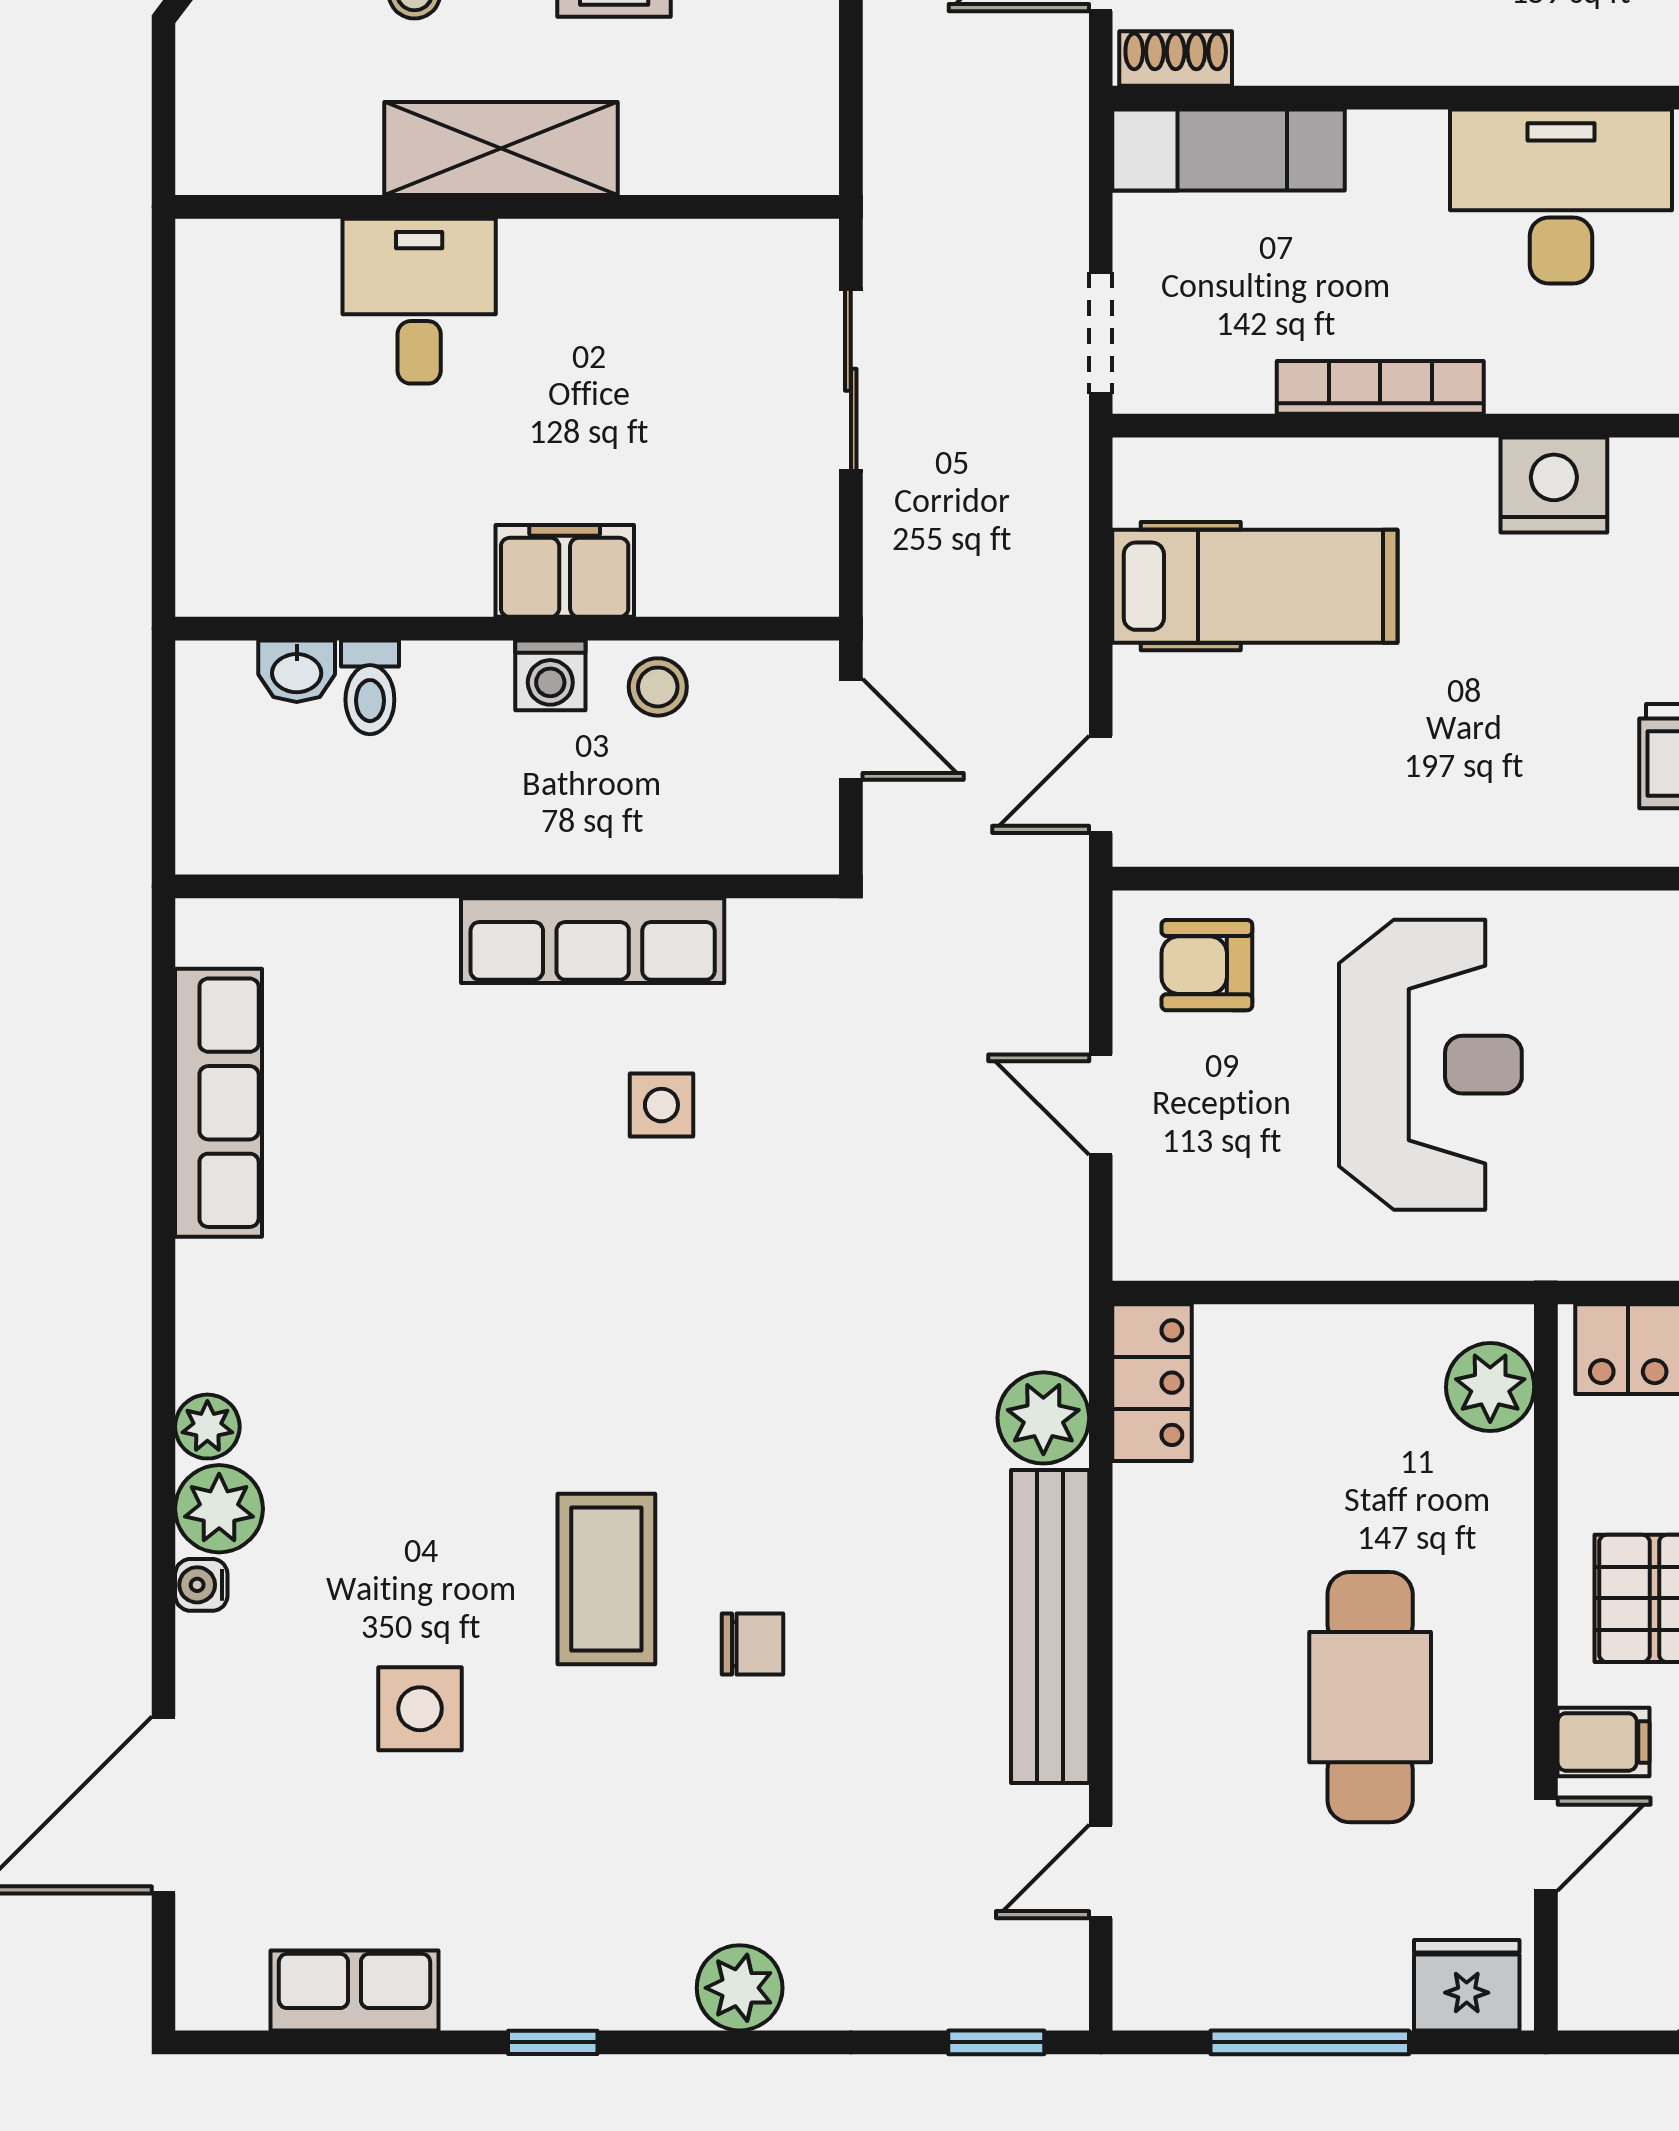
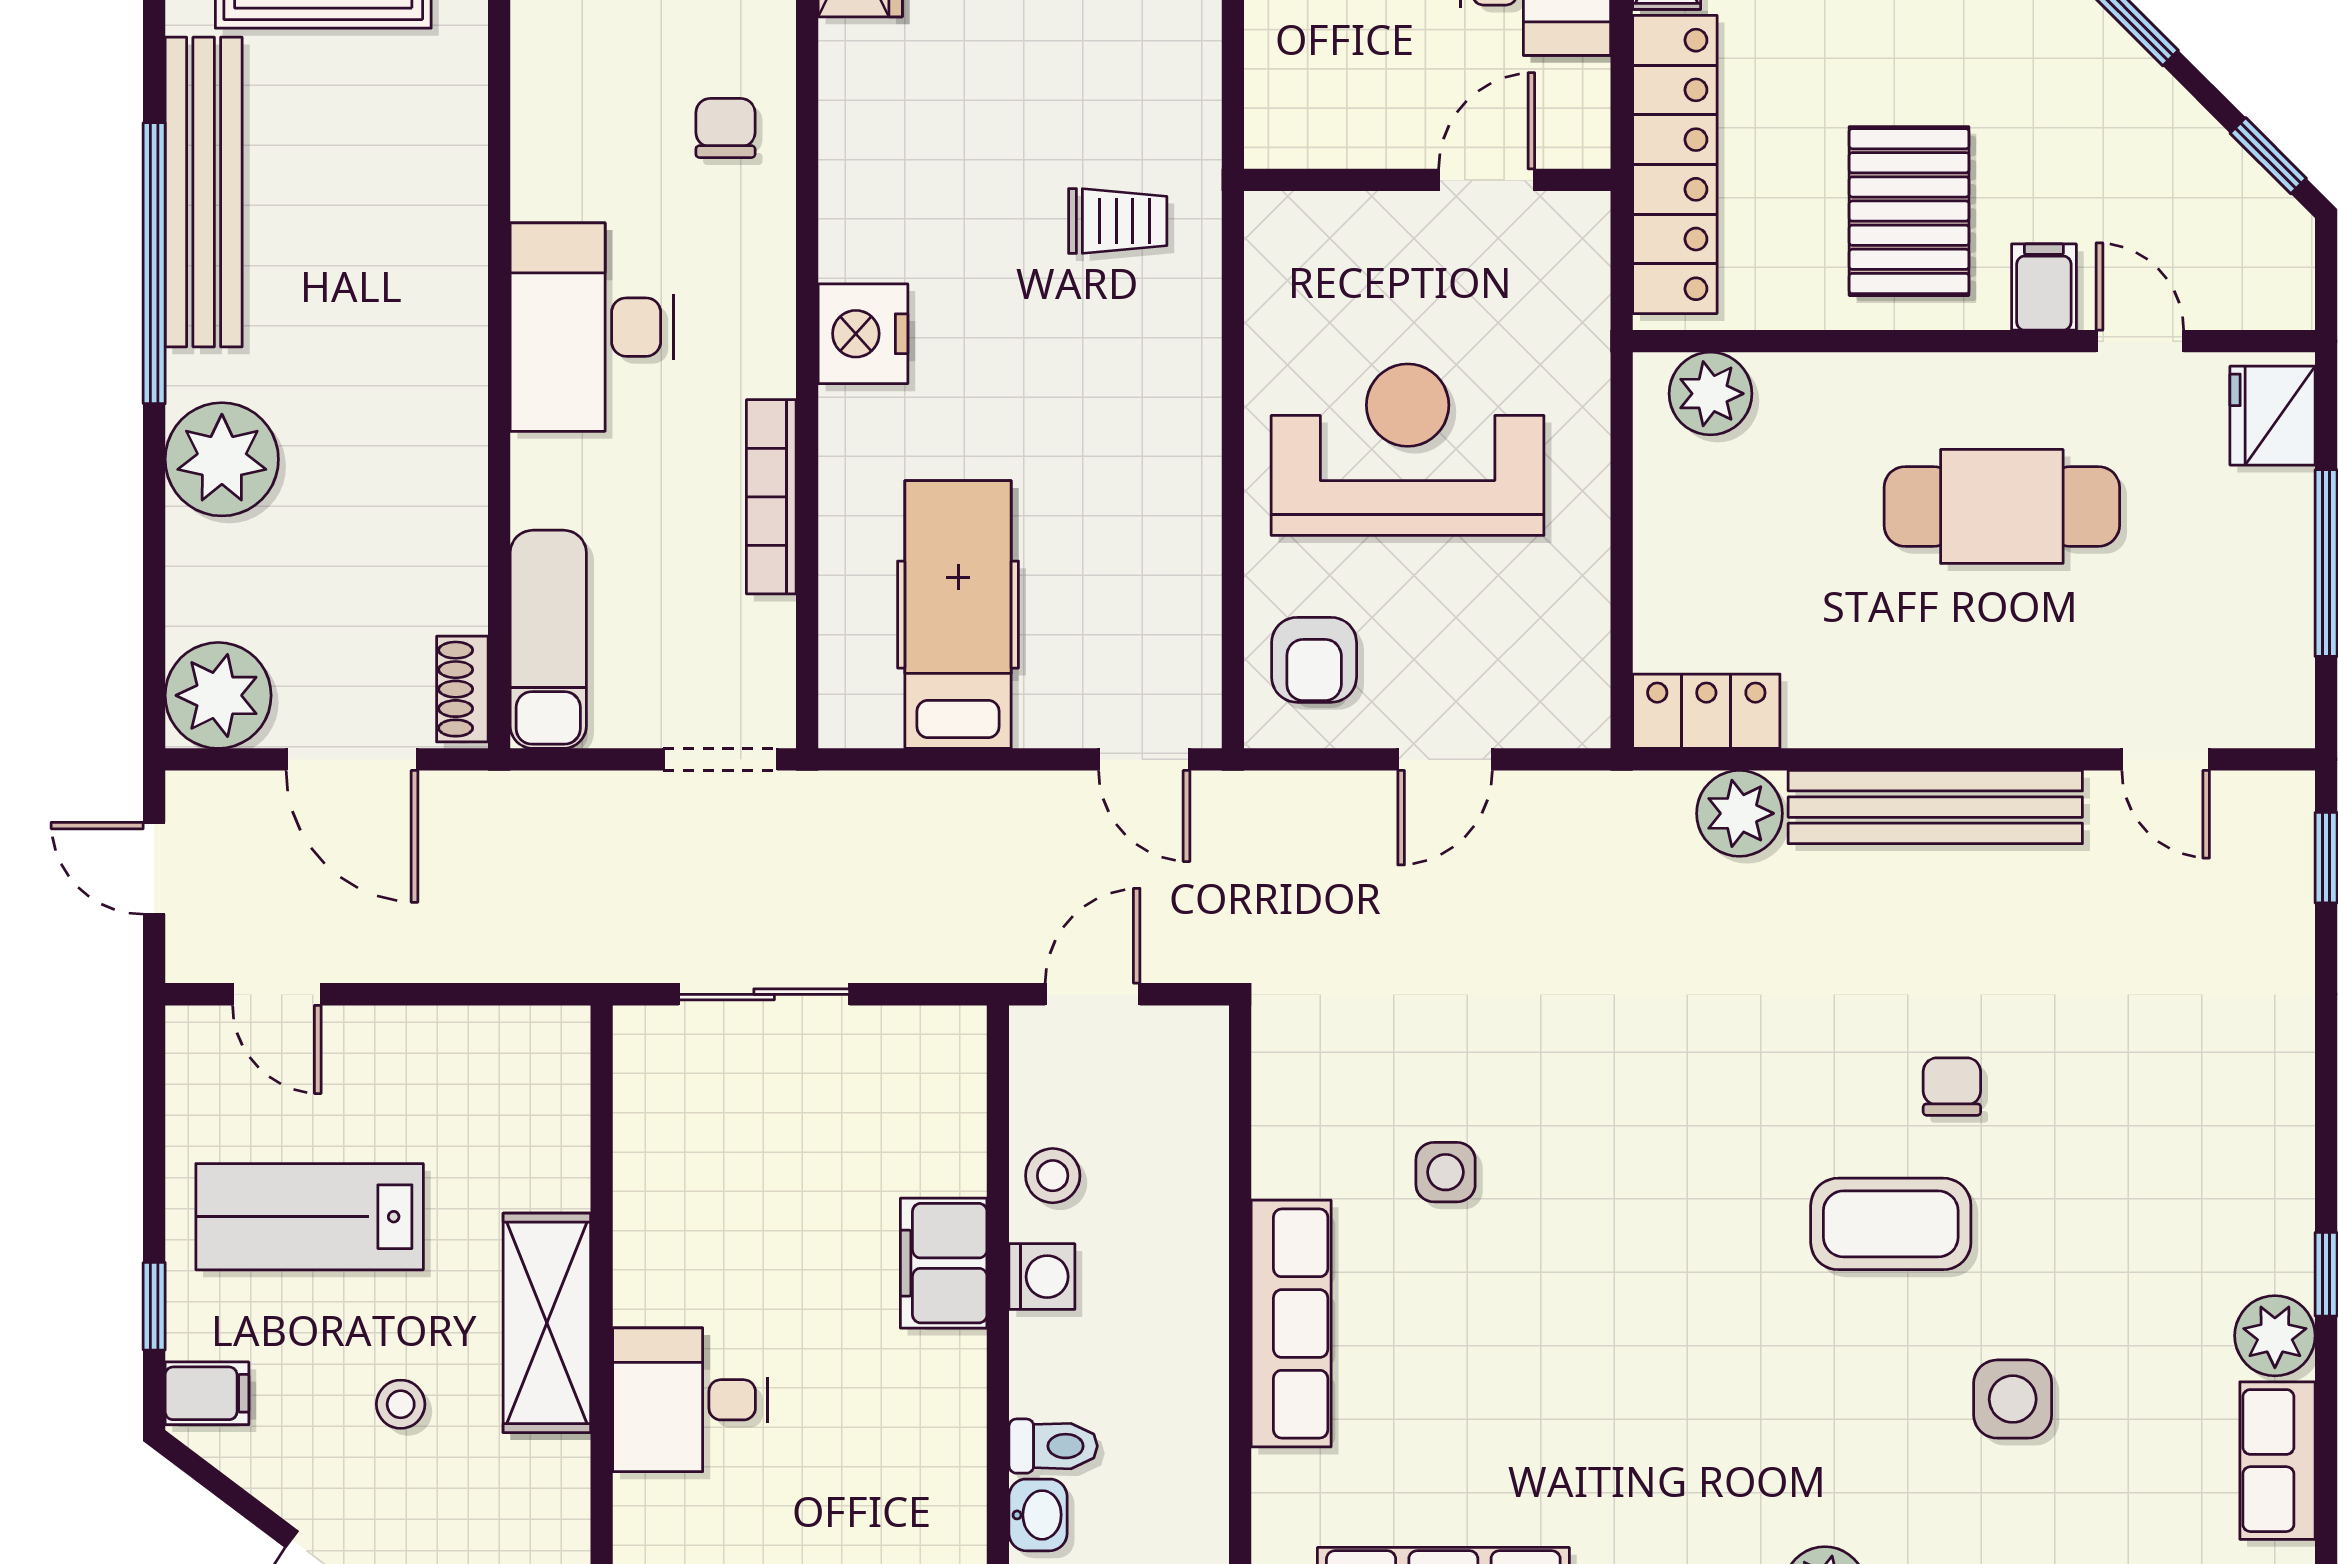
row of seats: (593, 941) -> (1291, 1324), moved
plant: (740, 1988) -> (2275, 1336), moved

